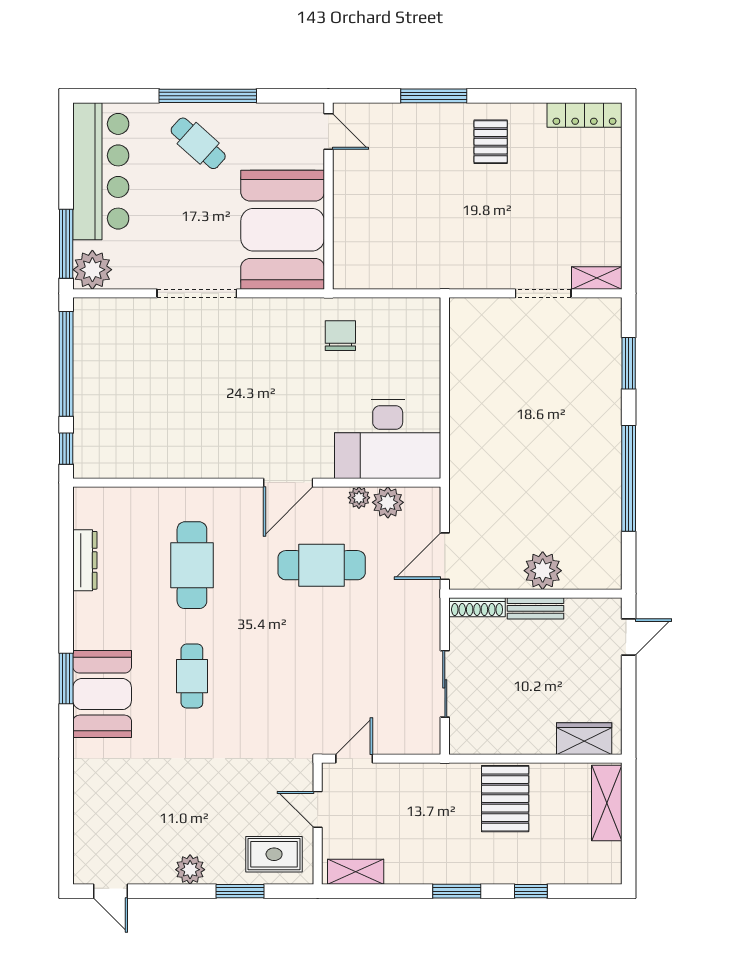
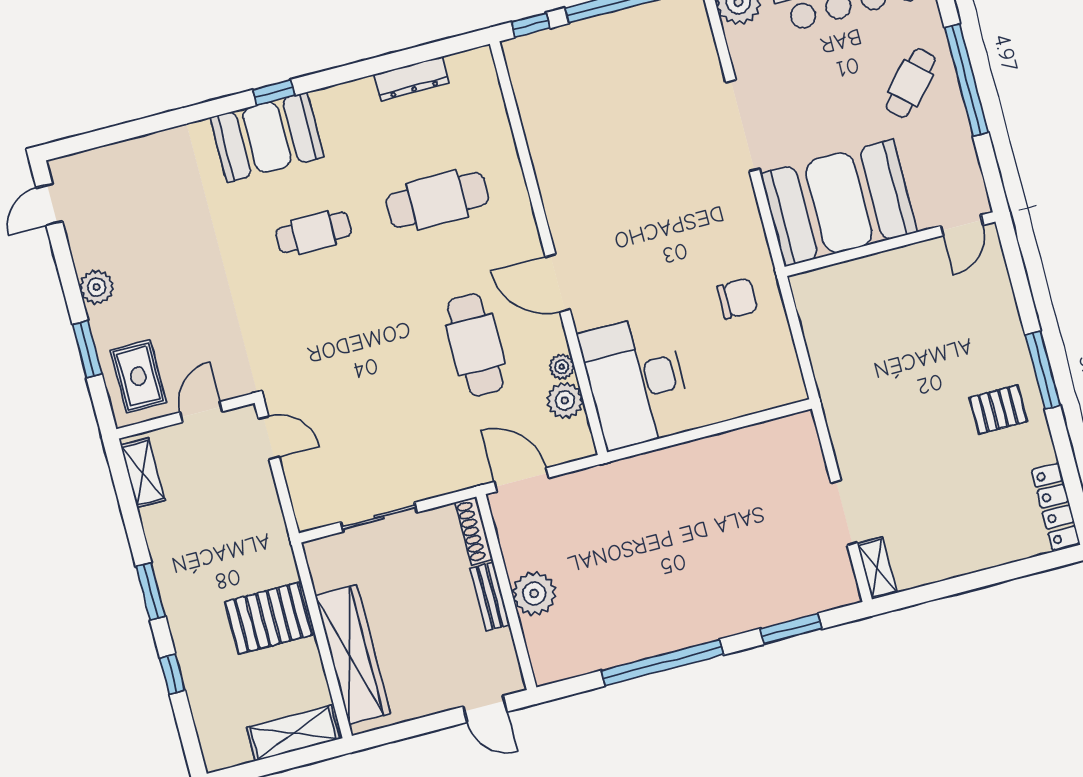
window: (434, 96) -> (1043, 370), moved
window: (66, 679) -> (274, 92), width x0.67
wardrobe: (584, 739) -> (353, 655), width x2.10, depth x1.17

